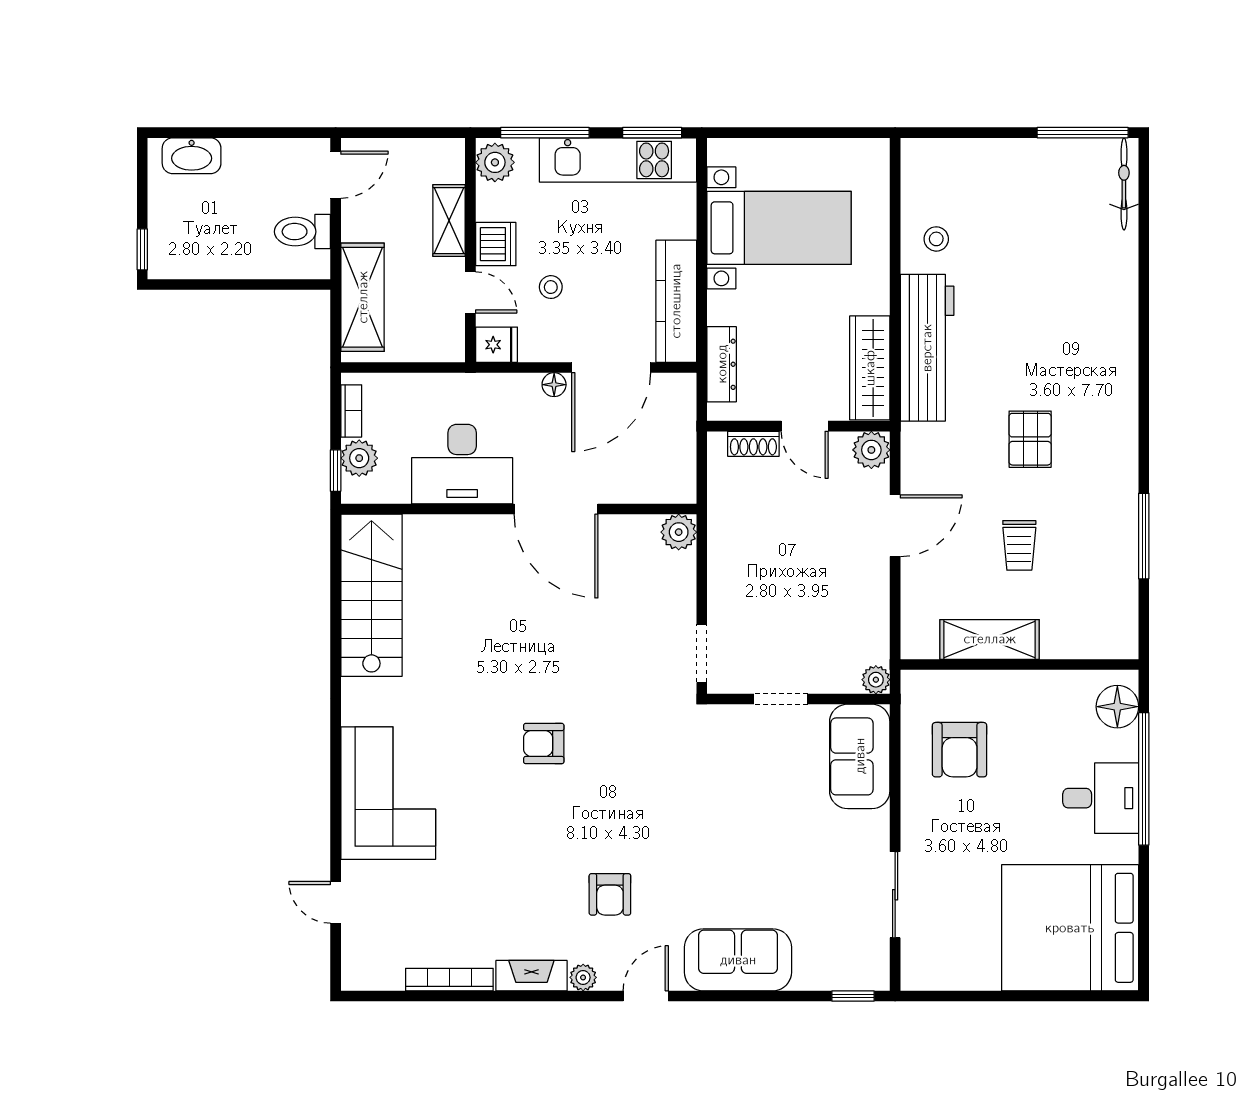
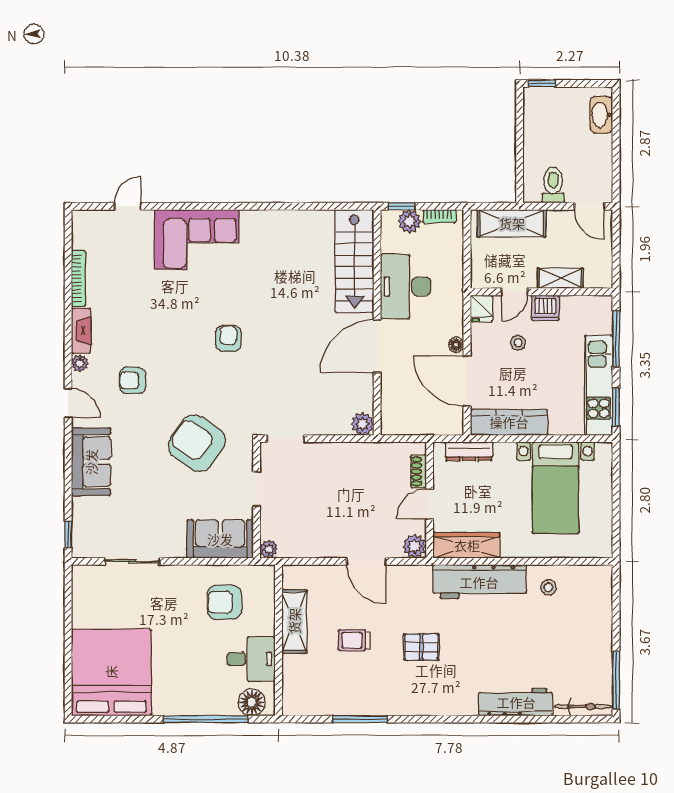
plant: (495, 162) -> (597, 307), removed
workbench: (1117, 291) -> (516, 702), added
stairs: (371, 595) -> (354, 261), moved, turned 90
armchair: (709, 793) -> (197, 443), added
desk: (1101, 798) -> (251, 659), moved, turned -90

